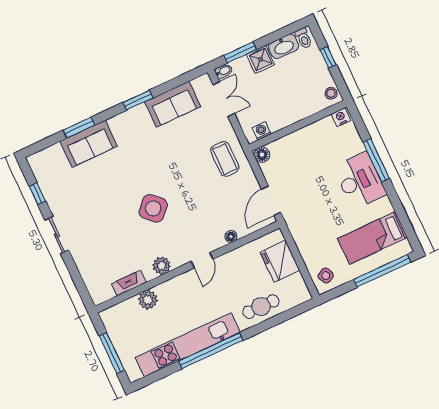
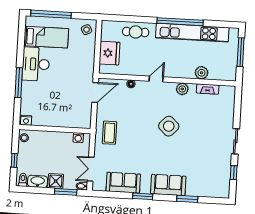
sofa: (89, 144) -> (168, 185), moved
floor lamp: (262, 155) -> (86, 123), removed
desk: (360, 181) -> (36, 64), moved

